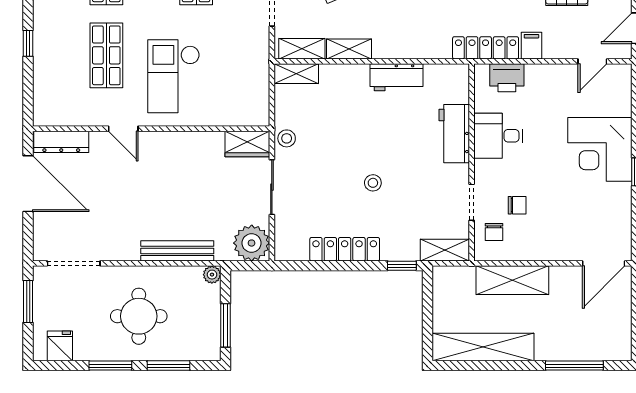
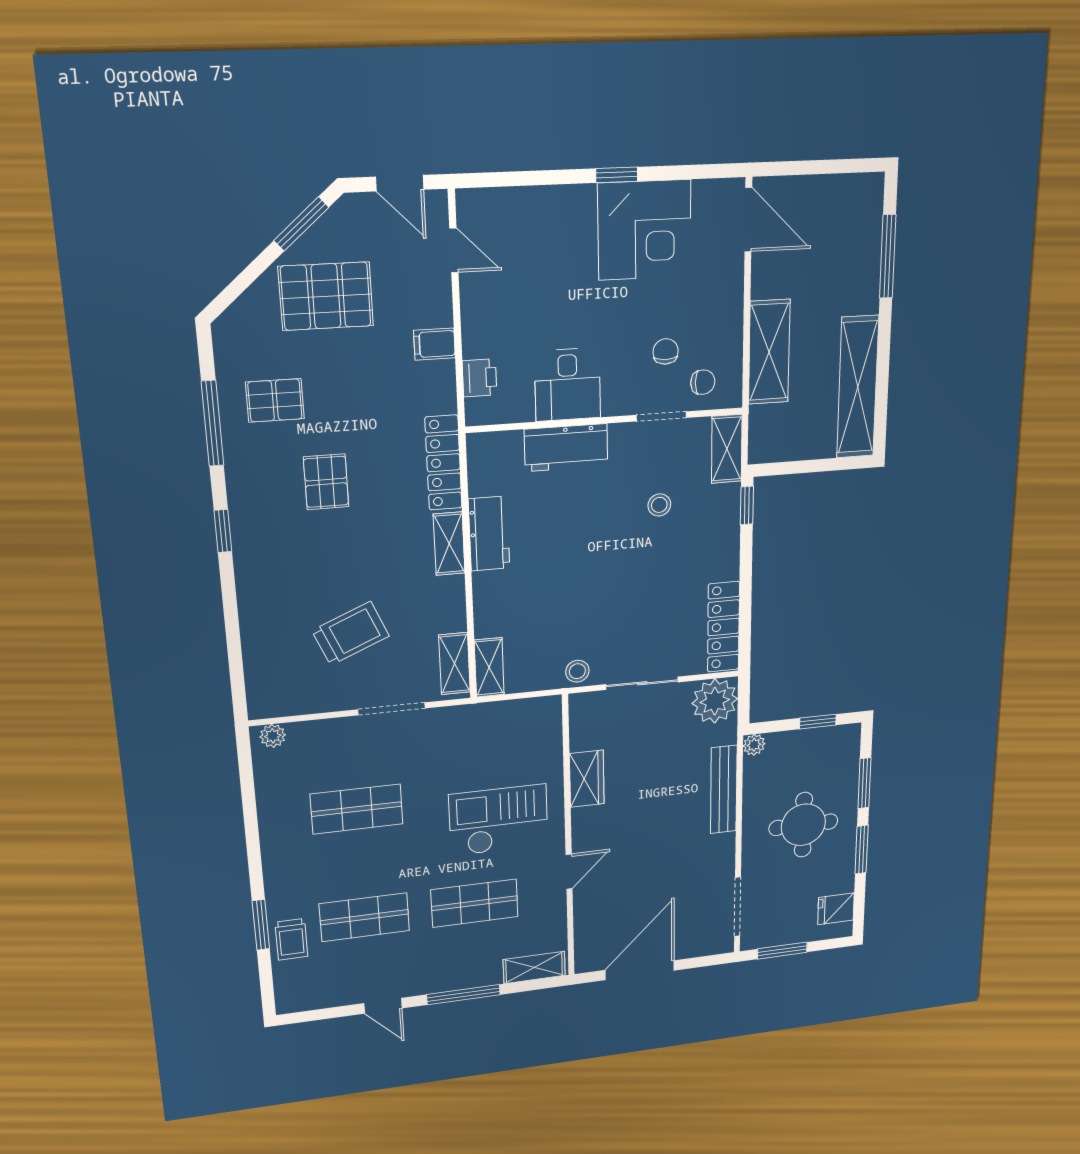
window: (28, 43) -> (463, 995), width x2.17
locker: (486, 48) -> (444, 463), moved
shelving: (349, 49) -> (449, 544), moved
checkout: (174, 76) -> (499, 820), turned 180
printer: (507, 78) -> (480, 378), width x0.73, depth x0.81
shelving: (44, 99) -> (534, 968), added
dresser: (61, 142) -> (587, 940), removed
wardrobe: (247, 144) -> (587, 779), moved
corner desk: (600, 149) -> (645, 230), moved
stool: (373, 183) -> (659, 505), moved
locker: (345, 249) -> (724, 627), moved
window: (225, 325) -> (818, 722), width x0.67

